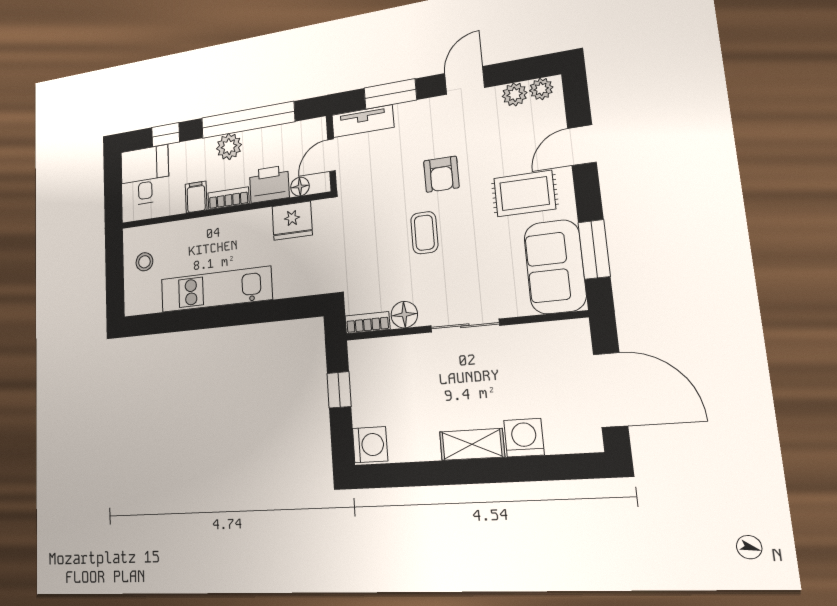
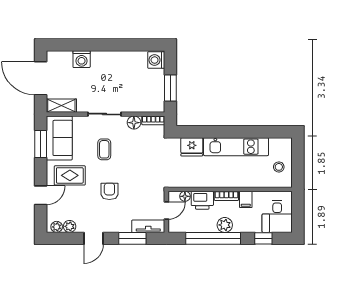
fridge: (292, 221) -> (192, 147), moved, turned 180
coffee table: (424, 233) -> (104, 149), moved
window: (339, 390) -> (170, 88), width x1.50
shelving: (472, 444) -> (61, 106), moved

